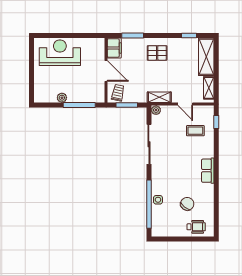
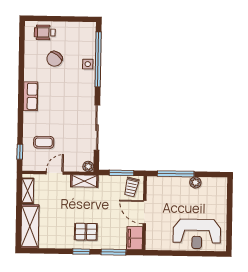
window: (189, 35) -> (81, 252), moved
door: (185, 104) -> (55, 173), hinge flipped

